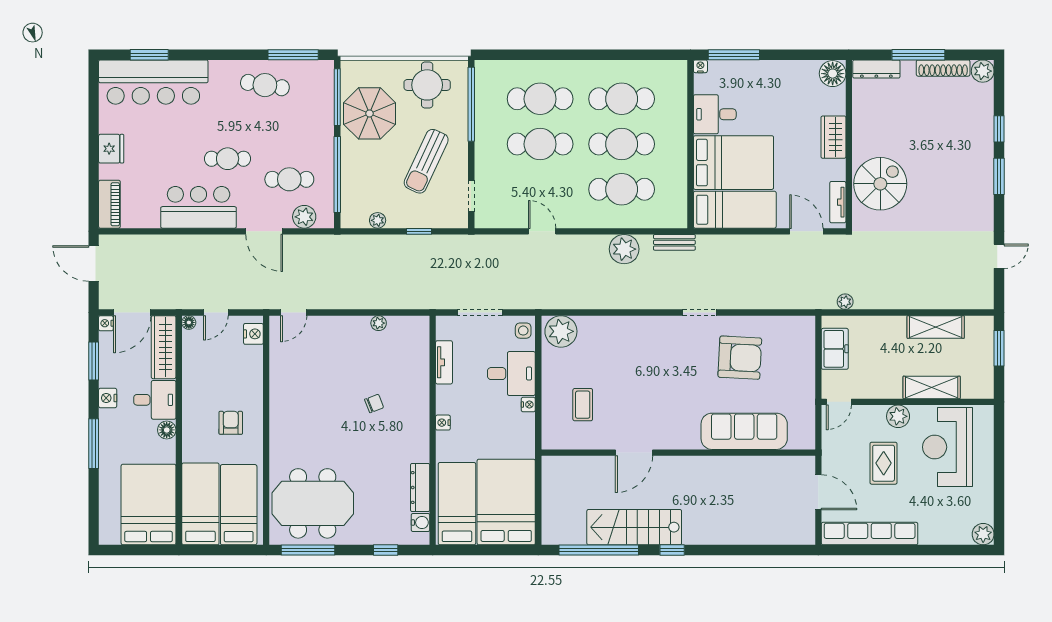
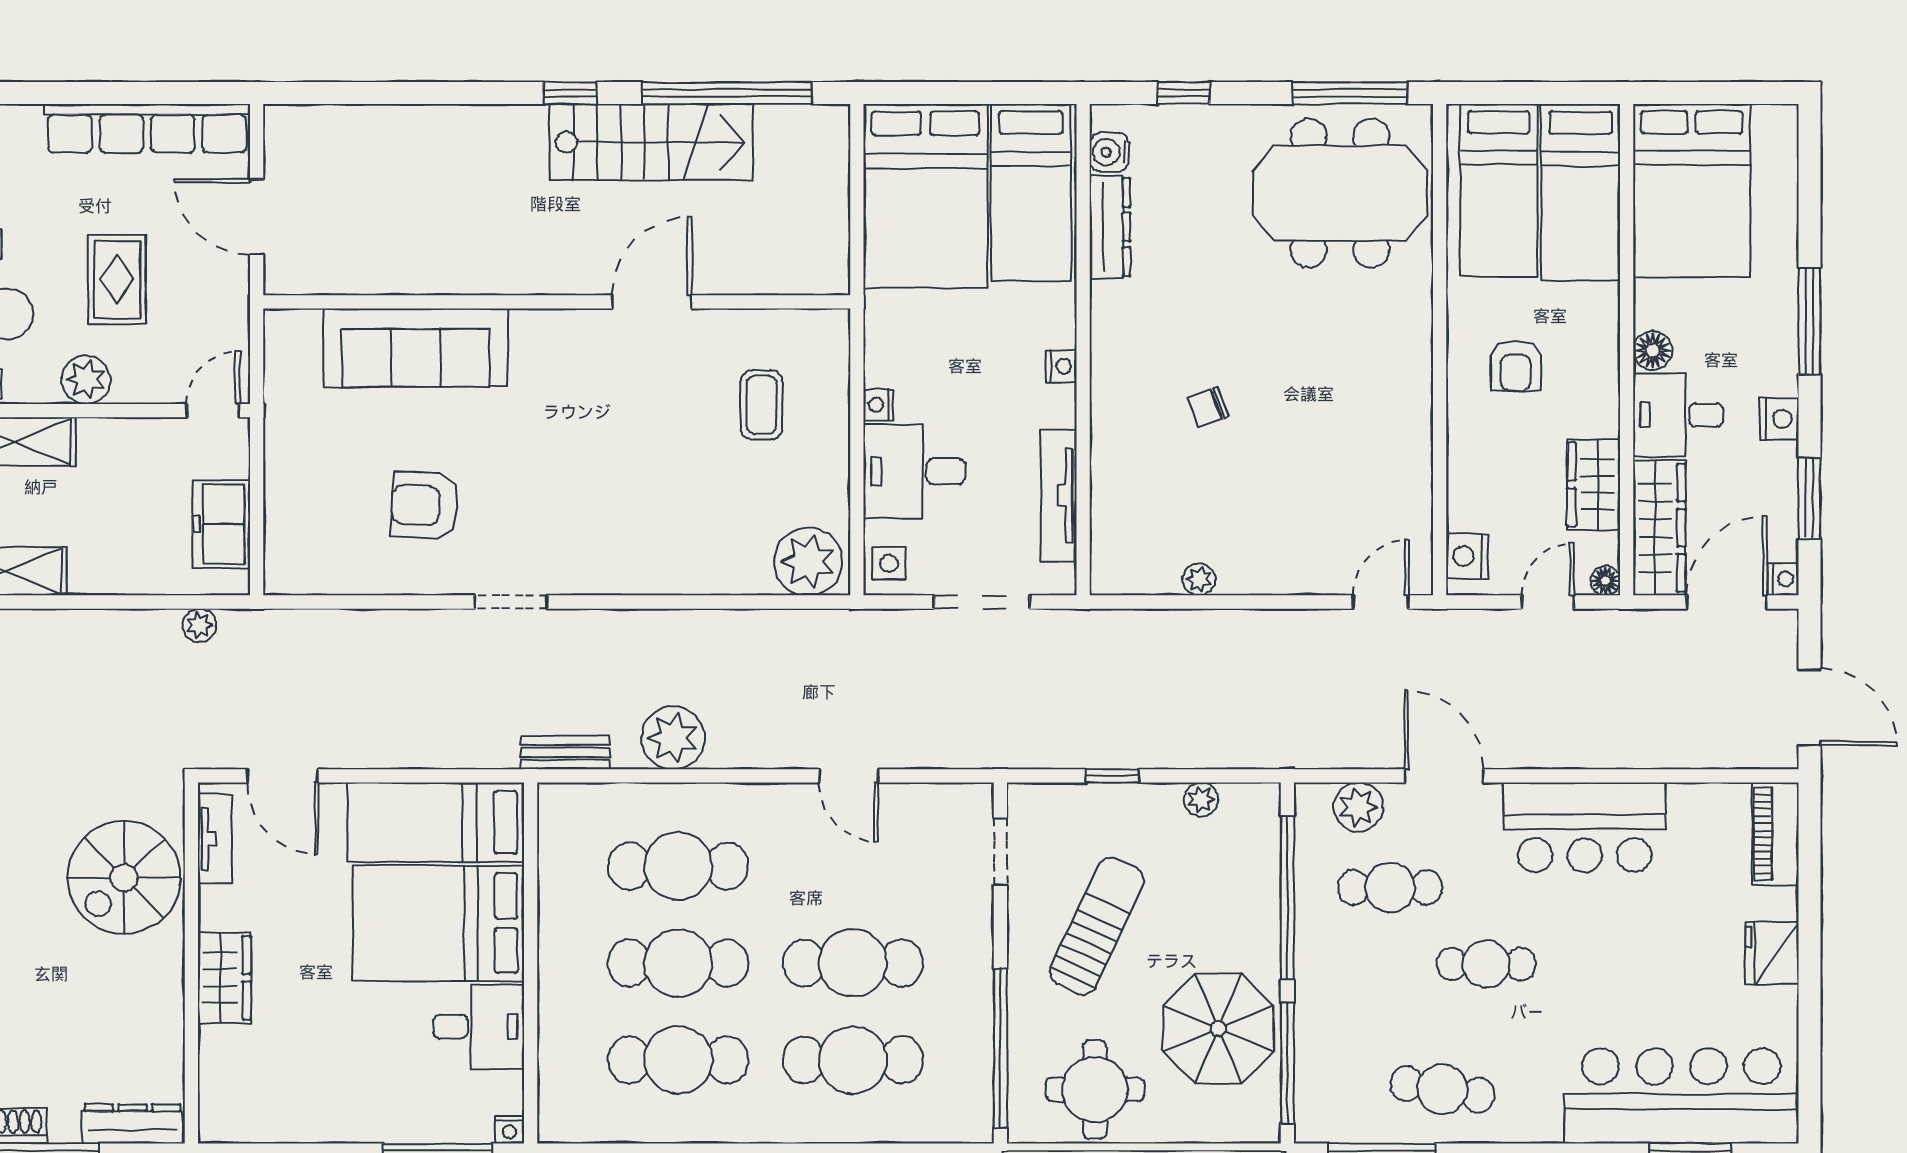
floor lamp: (833, 74) -> (226, 1114), removed
cafe table: (228, 159) -> (1486, 964), moved
armchair: (740, 358) -> (425, 505), width x0.73, depth x0.73
tv unit: (444, 362) -> (1059, 495), width x1.41
wardrobe: (194, 367) -> (1594, 484), added

